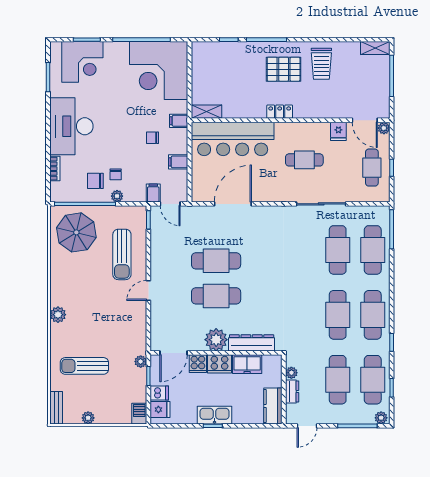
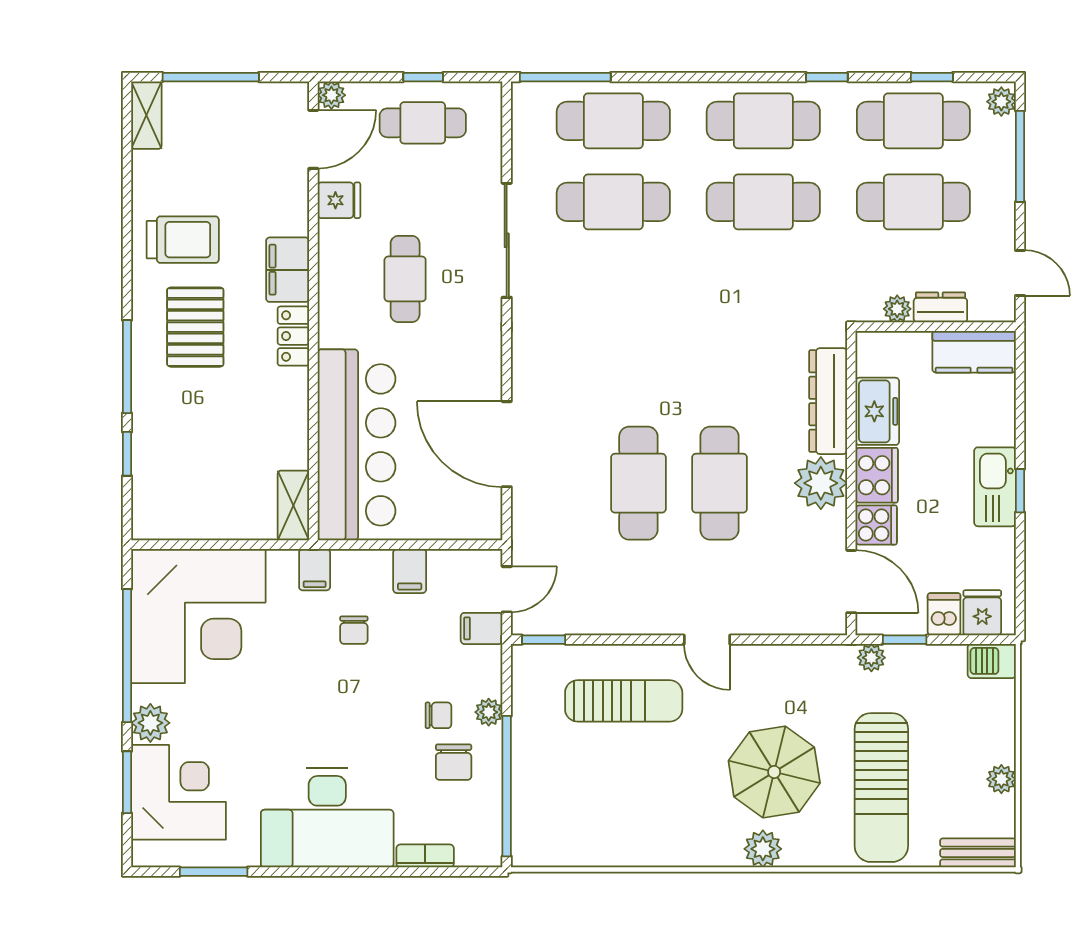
plant: (112, 50) -> (150, 723), added
filing cabinet: (308, 109) -> (288, 270), added
parasol: (76, 232) -> (774, 772), moved
sun lounger: (84, 366) -> (881, 788), width x1.36, depth x1.34

